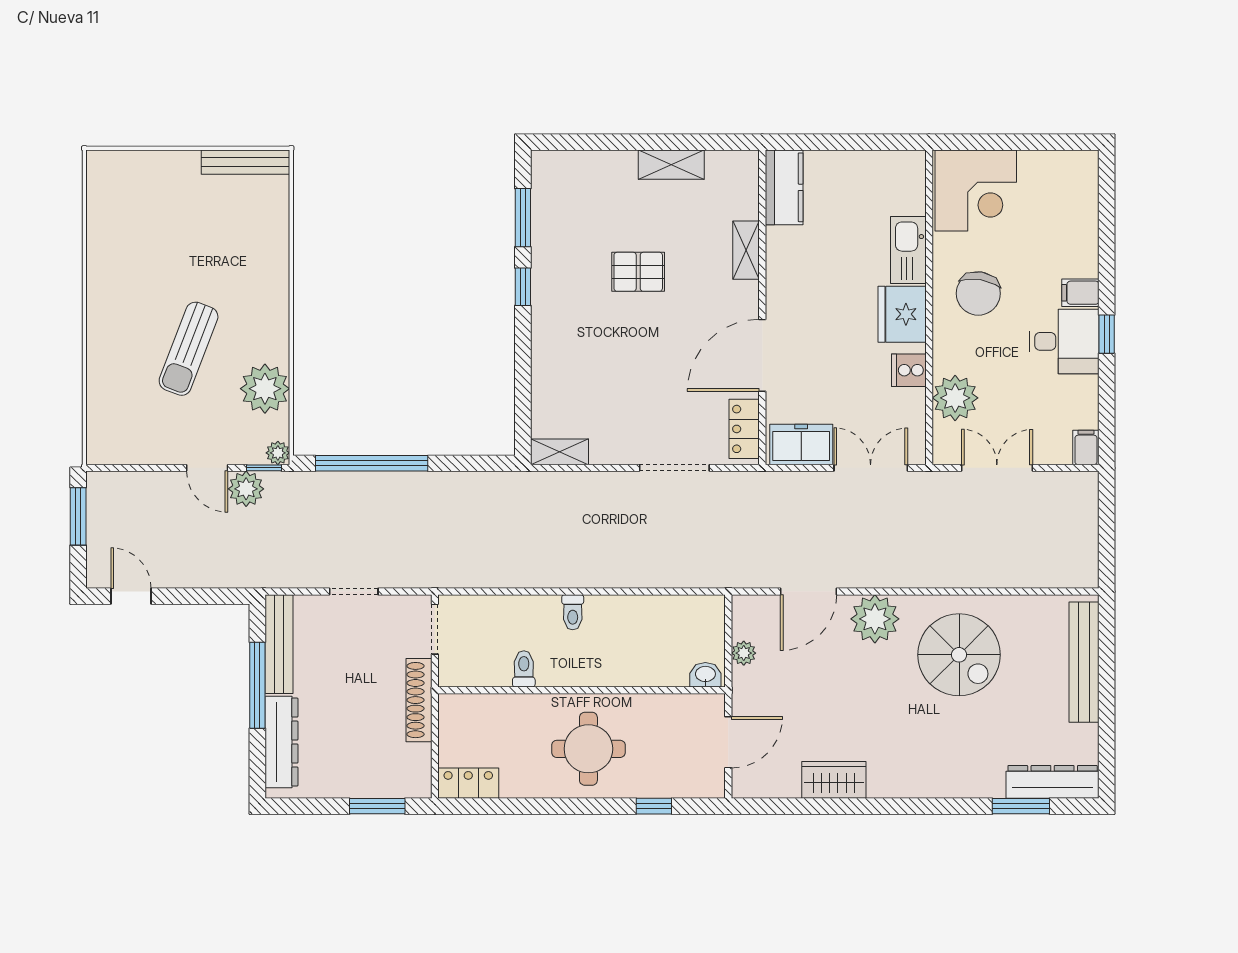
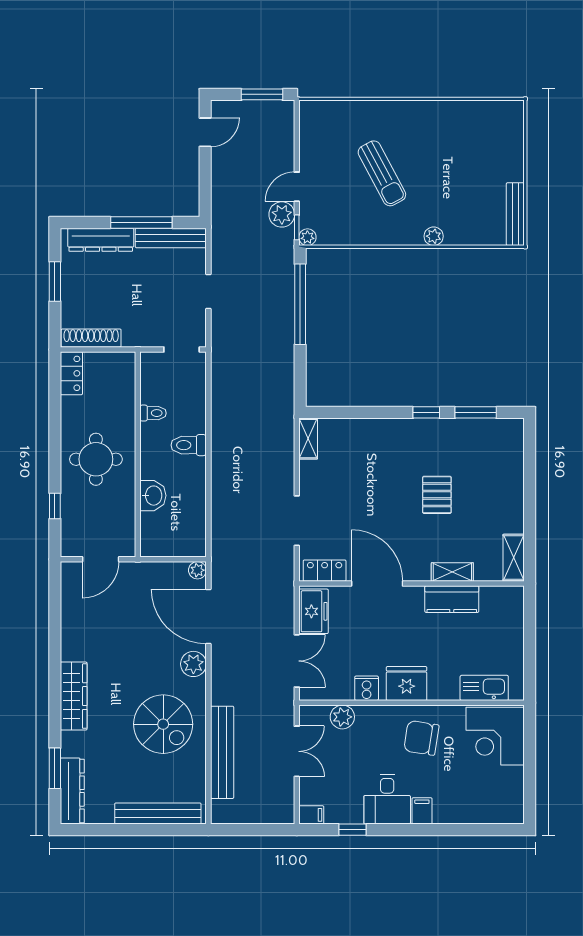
shelving: (671, 165) -> (514, 558), moved
kitchen counter: (784, 187) -> (452, 599), moved
kitchen sink: (908, 250) -> (484, 688), moved
window: (1107, 334) -> (353, 830), moved
sun lounger: (189, 349) -> (382, 173), turned -139
plant: (265, 389) -> (434, 236), moved, width x0.53, depth x0.53
plant: (955, 398) -> (342, 717), width x0.73, depth x0.73
bench: (998, 572) -> (222, 752), added
door: (808, 591) -> (208, 616), width x1.36
toilet: (573, 612) -> (189, 445), width x1.37, depth x1.39
plant: (875, 619) -> (193, 664), width x0.73, depth x0.73
plant: (744, 653) -> (197, 570), moved
spiral stairs: (959, 655) -> (163, 724), turned -90
washbasin: (705, 675) -> (153, 496), moved, width x1.38, depth x1.45
shoe rack: (419, 700) -> (91, 338), moved
door: (728, 742) -> (101, 559), hinge flipped
wardrobe: (834, 780) -> (74, 696), moved, width x1.50
window: (377, 806) -> (55, 282), moved

